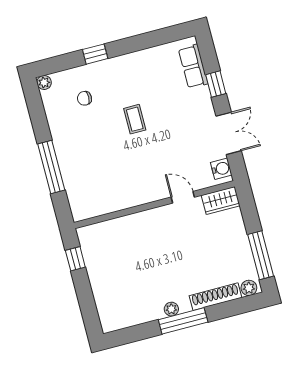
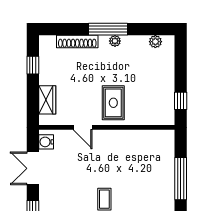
wardrobe: (221, 201) -> (47, 100), moved, turned 90
rug: (154, 236) -> (113, 103), added
window: (261, 255) -> (33, 65), width x0.46
plant: (249, 288) -> (155, 42), moved

